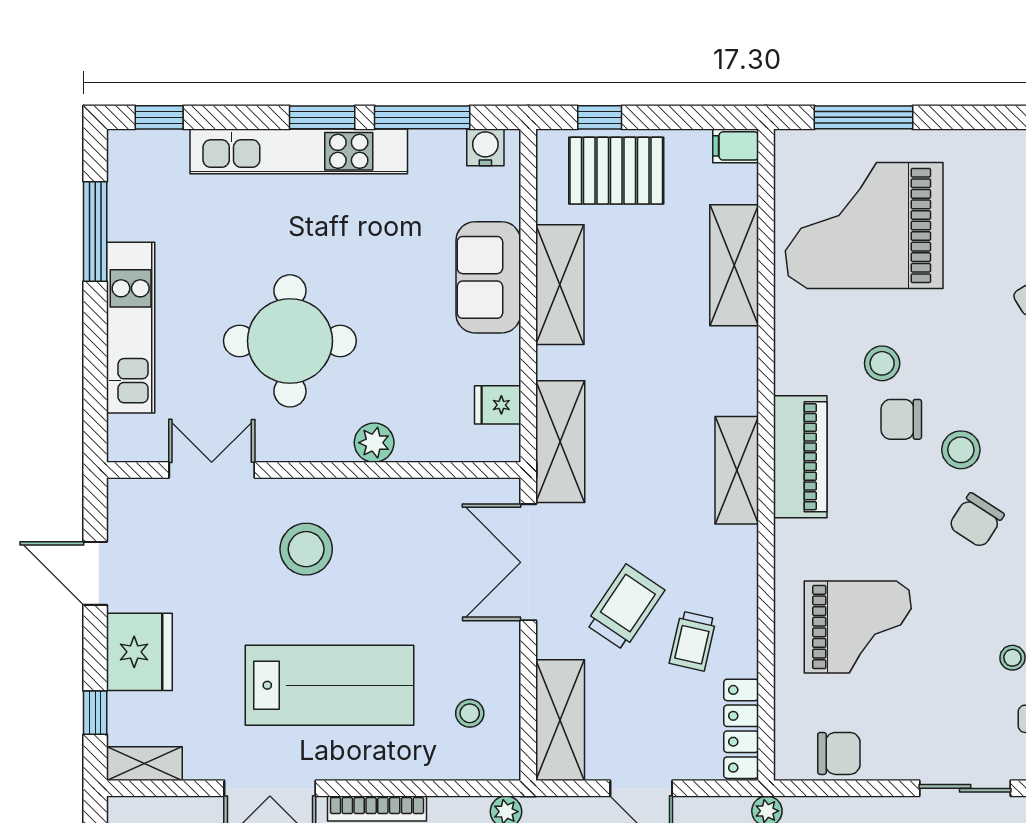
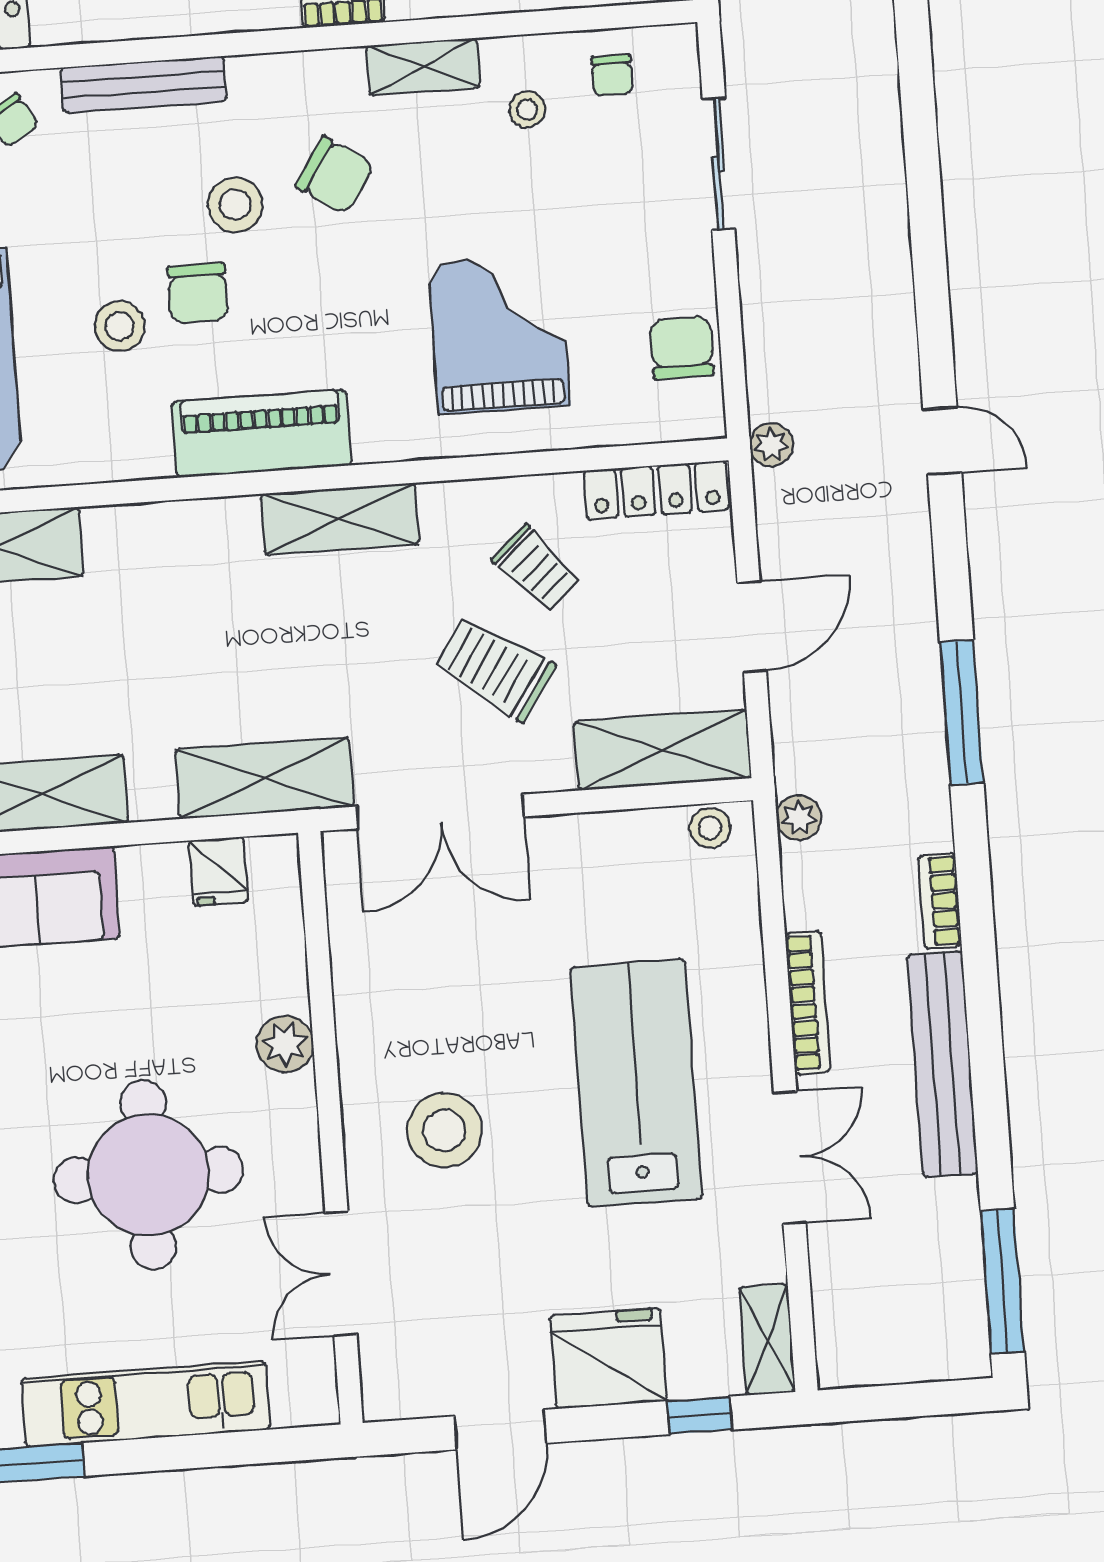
shelving: (737, 470) -> (340, 519), moved
trolley: (693, 641) -> (536, 568), turned 35
stool: (470, 713) -> (710, 828), moved

